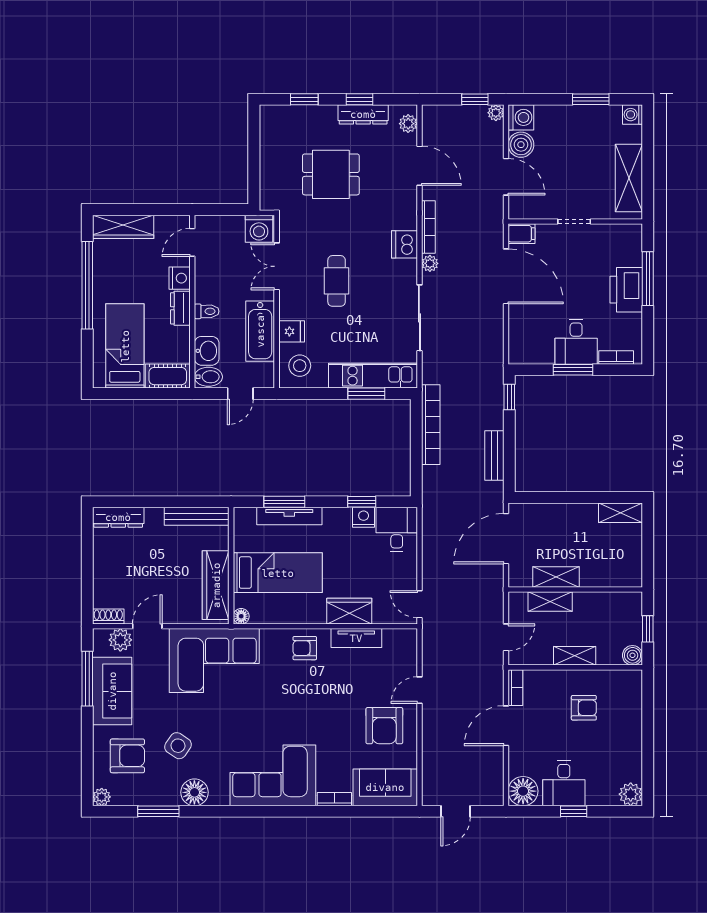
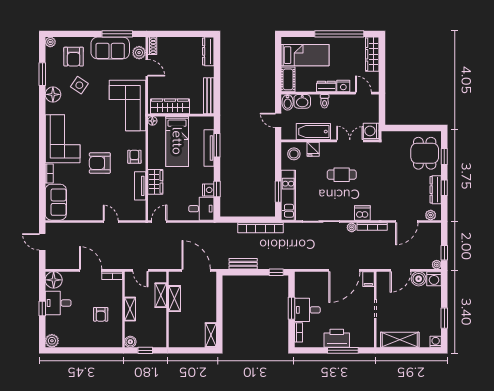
dining table: (331, 174) -> (425, 153), moved
armchair: (384, 726) -> (100, 163), moved

